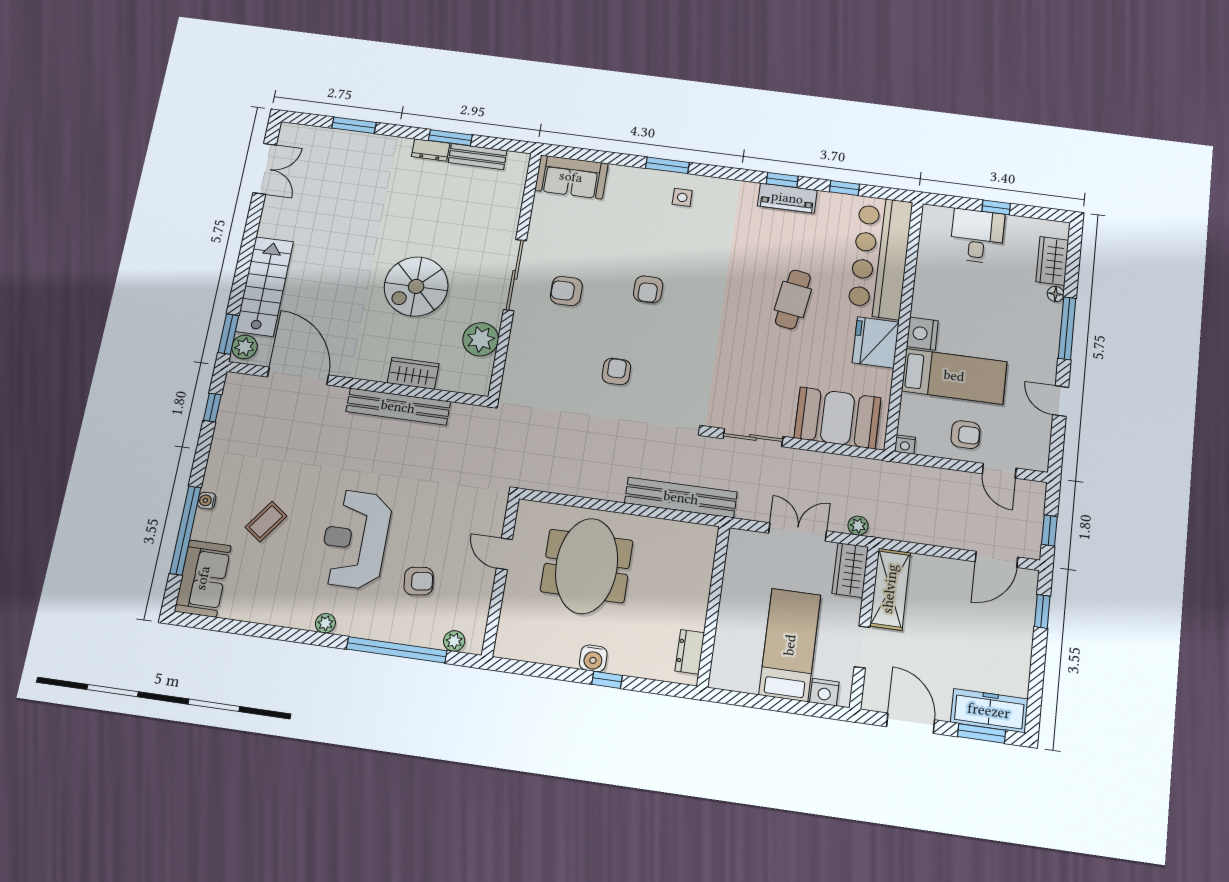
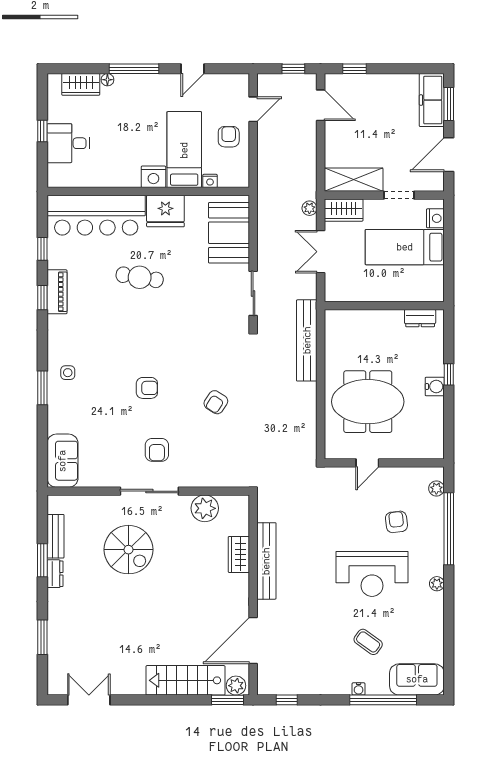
spiral stairs: (416, 286) -> (128, 550), moved
armchair: (616, 371) -> (216, 402), turned -57
nightstand: (905, 445) -> (210, 181), moved, turned 90

